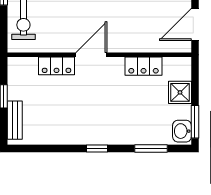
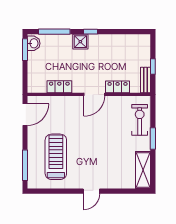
shower: (180, 92) -> (80, 42), moved
bench: (15, 120) -> (146, 80), moved
window: (151, 148) -> (54, 32), width x1.44

